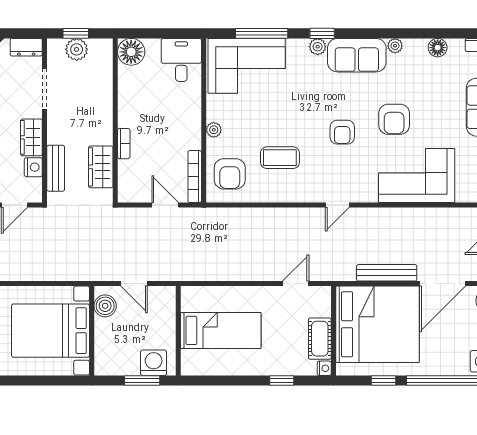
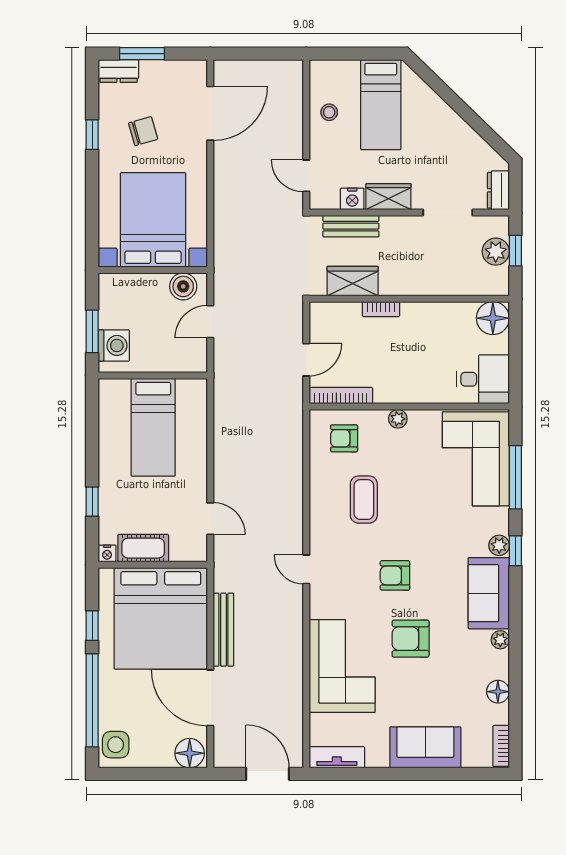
armchair: (230, 174) -> (344, 438), width x0.72, depth x0.72

